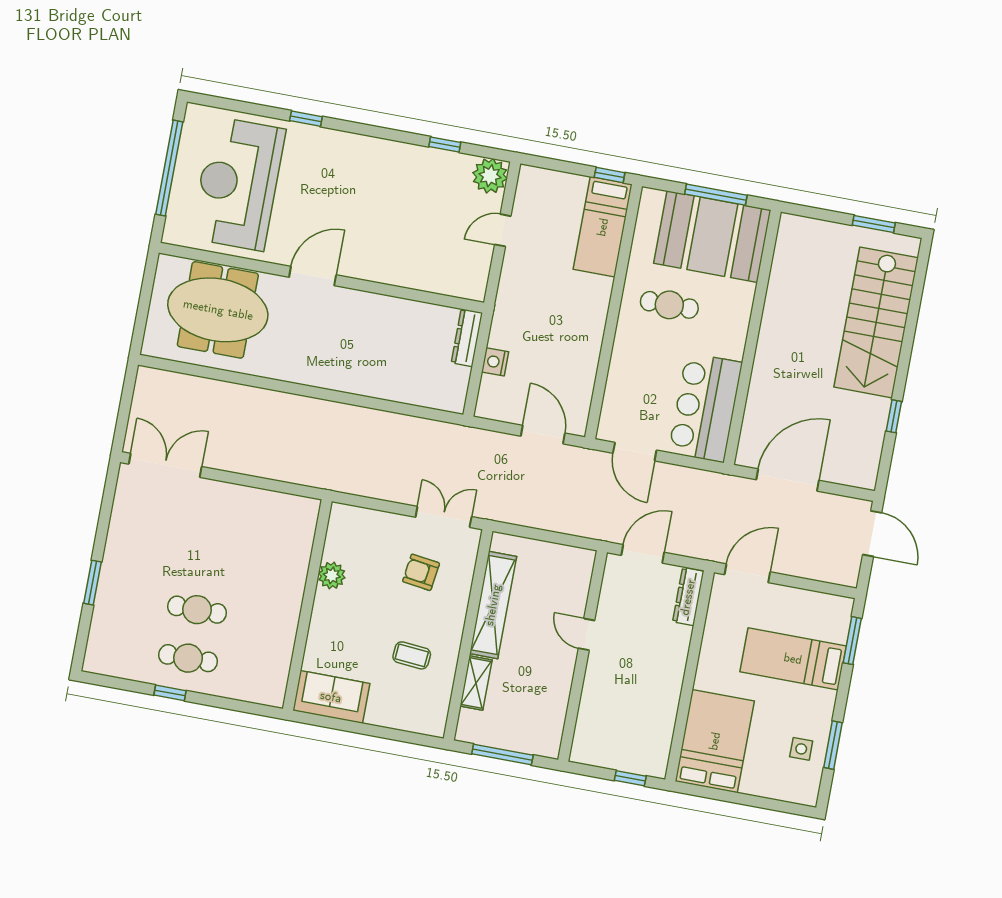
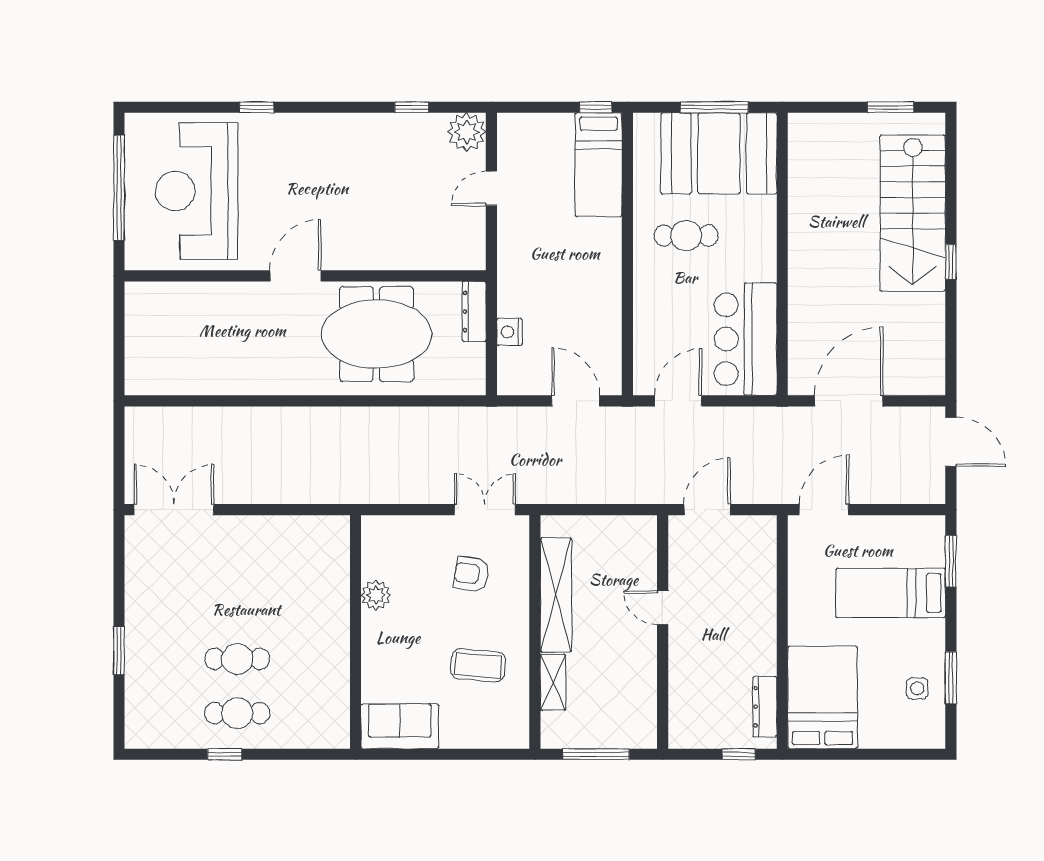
meeting table: (218, 310) -> (377, 334), moved
window: (894, 416) -> (951, 262), moved
door: (635, 452) -> (678, 401), swing flipped
dresser: (688, 597) -> (765, 707), moved
coffee table: (412, 655) -> (478, 665), width x1.36, depth x1.30

